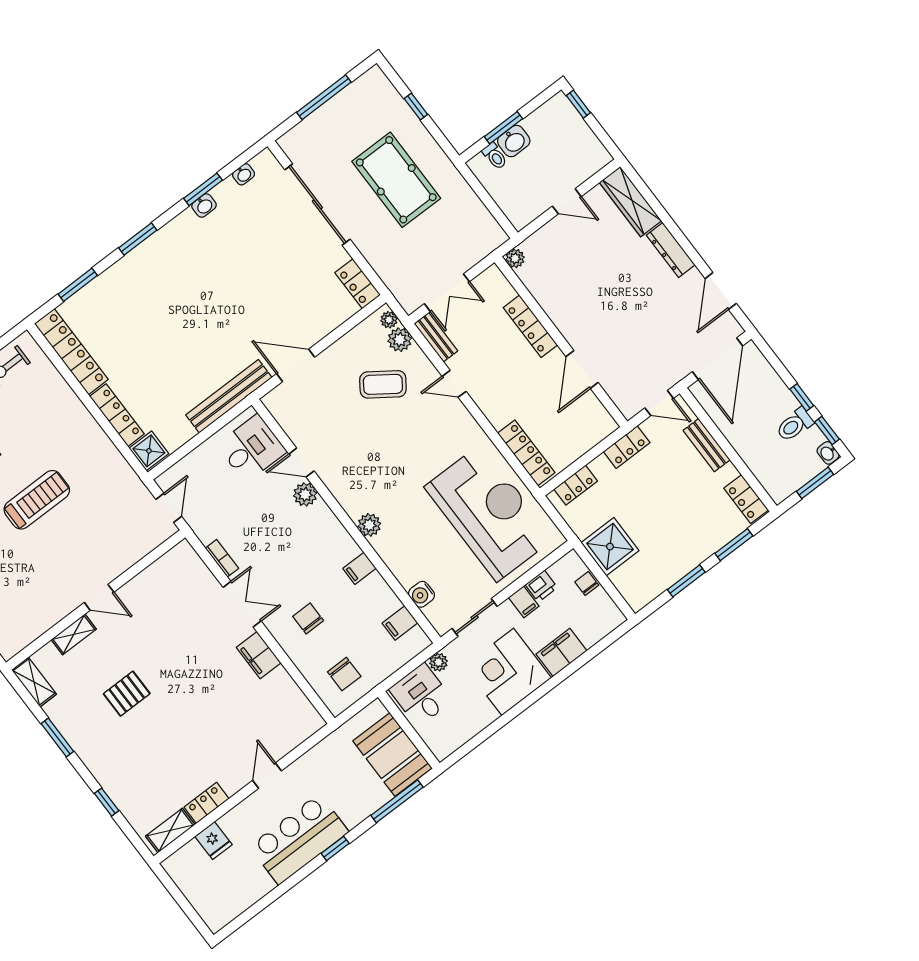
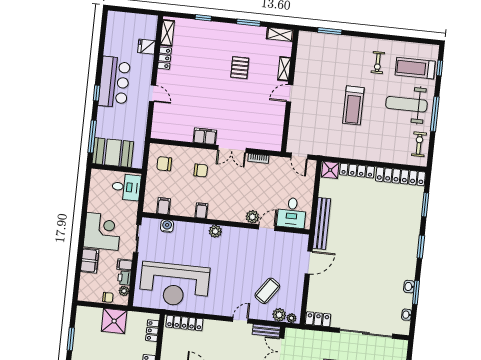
plant: (439, 662) -> (124, 291), moved

